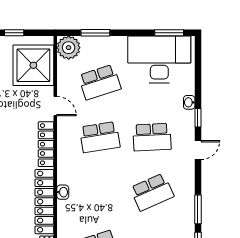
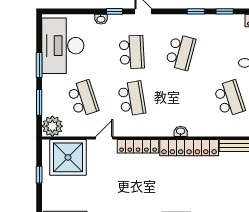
window: (169, 33) -> (39, 65), moved
school desk: (152, 192) -> (181, 52), turned 39
window: (198, 209) -> (196, 11), width x0.67

